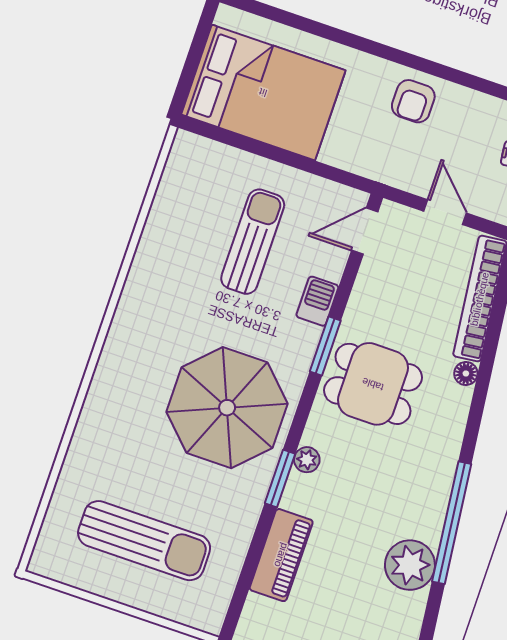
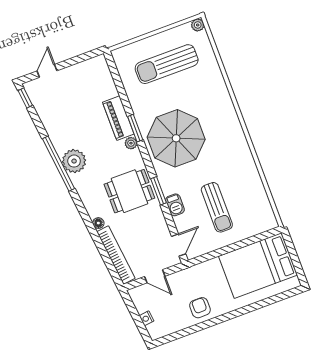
piano: (281, 555) -> (118, 118), moved
plant: (42, 563) -> (198, 25), added
plant: (410, 565) -> (74, 161), moved

